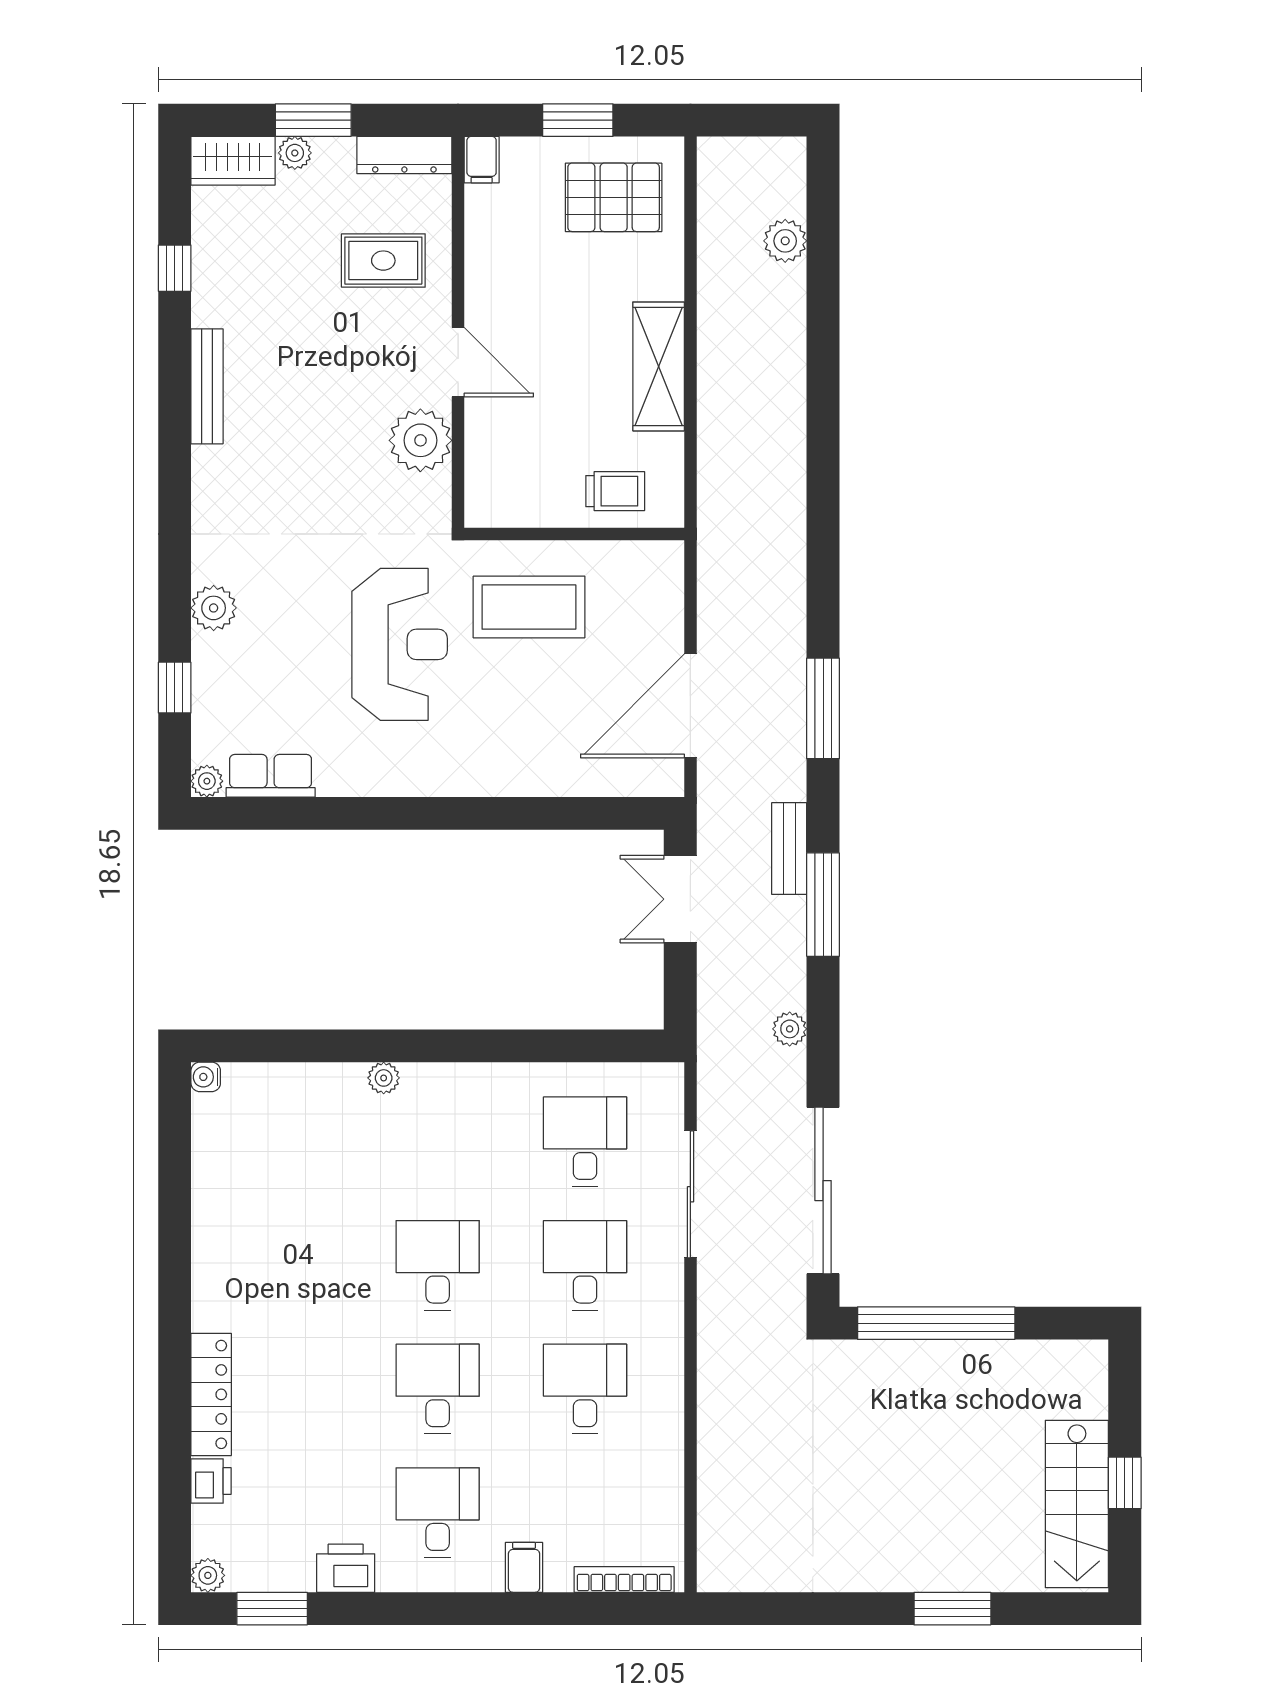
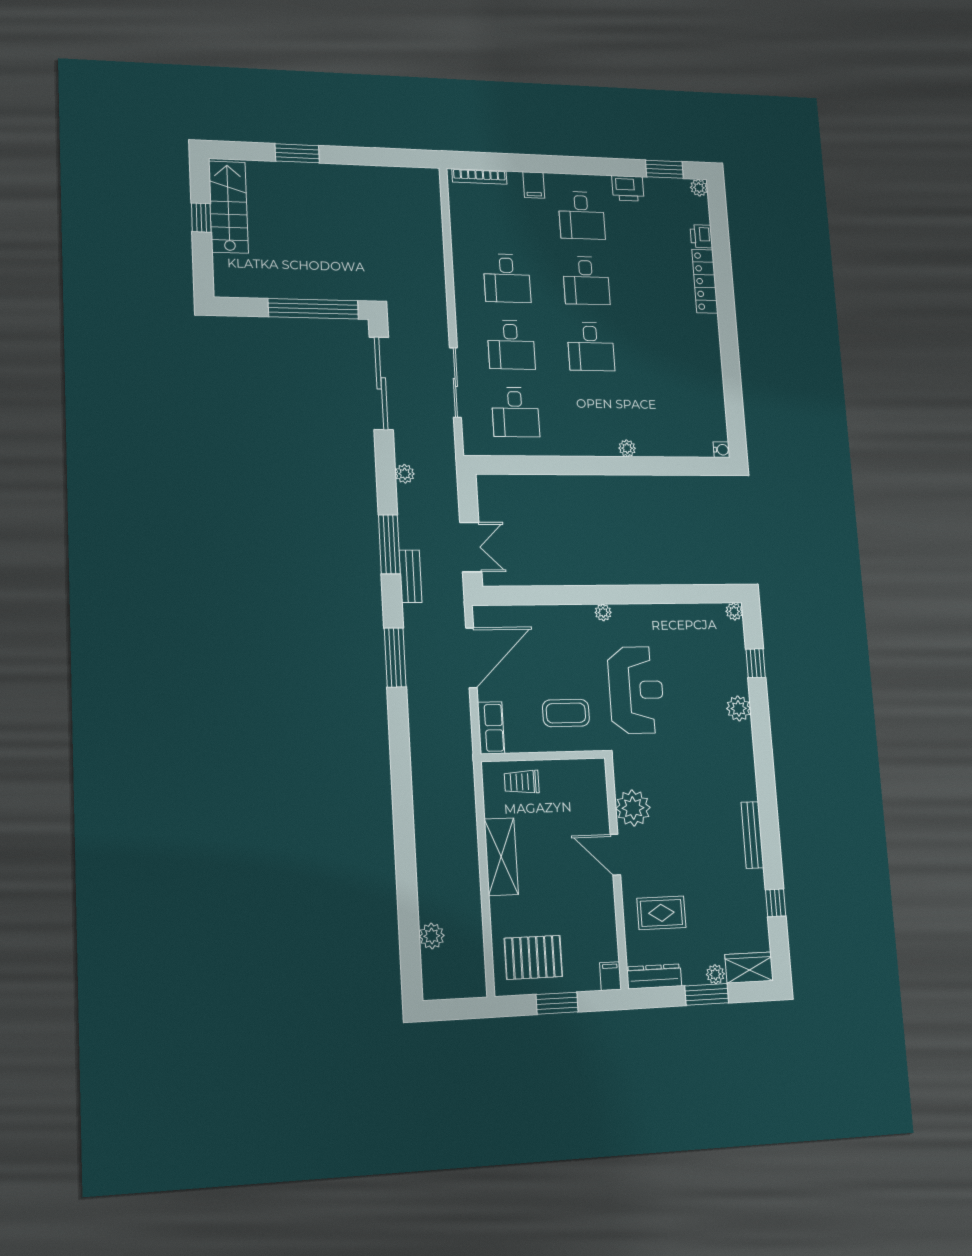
coffee table: (529, 607) -> (566, 713), width x0.73, depth x0.76
reception desk: (400, 644) -> (636, 690), turned 180
row of seats: (271, 776) -> (491, 728), moved, turned -90
plant: (450, 782) -> (603, 612), added

